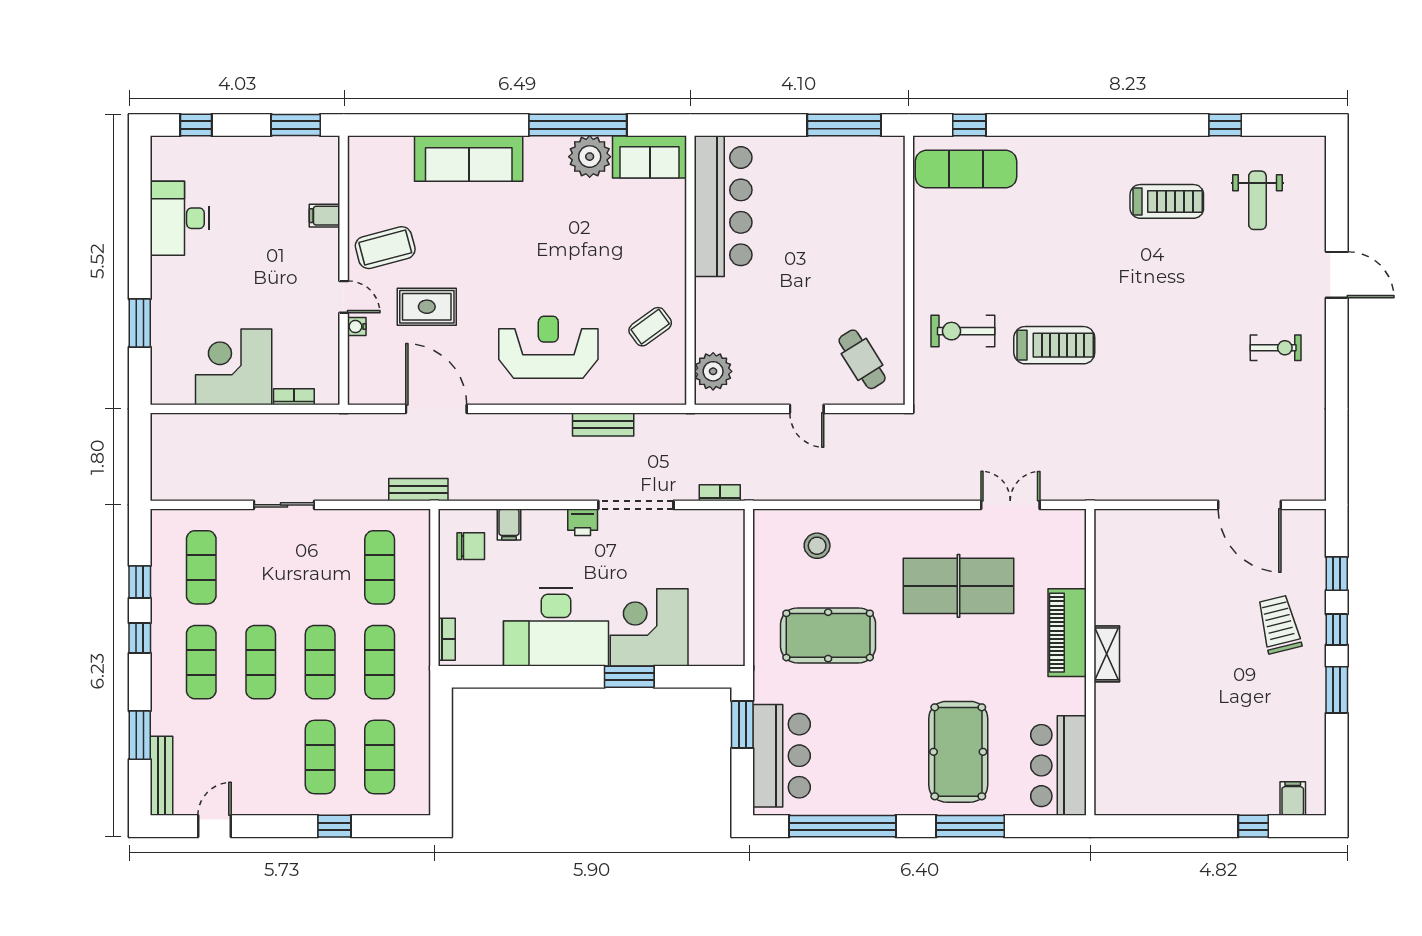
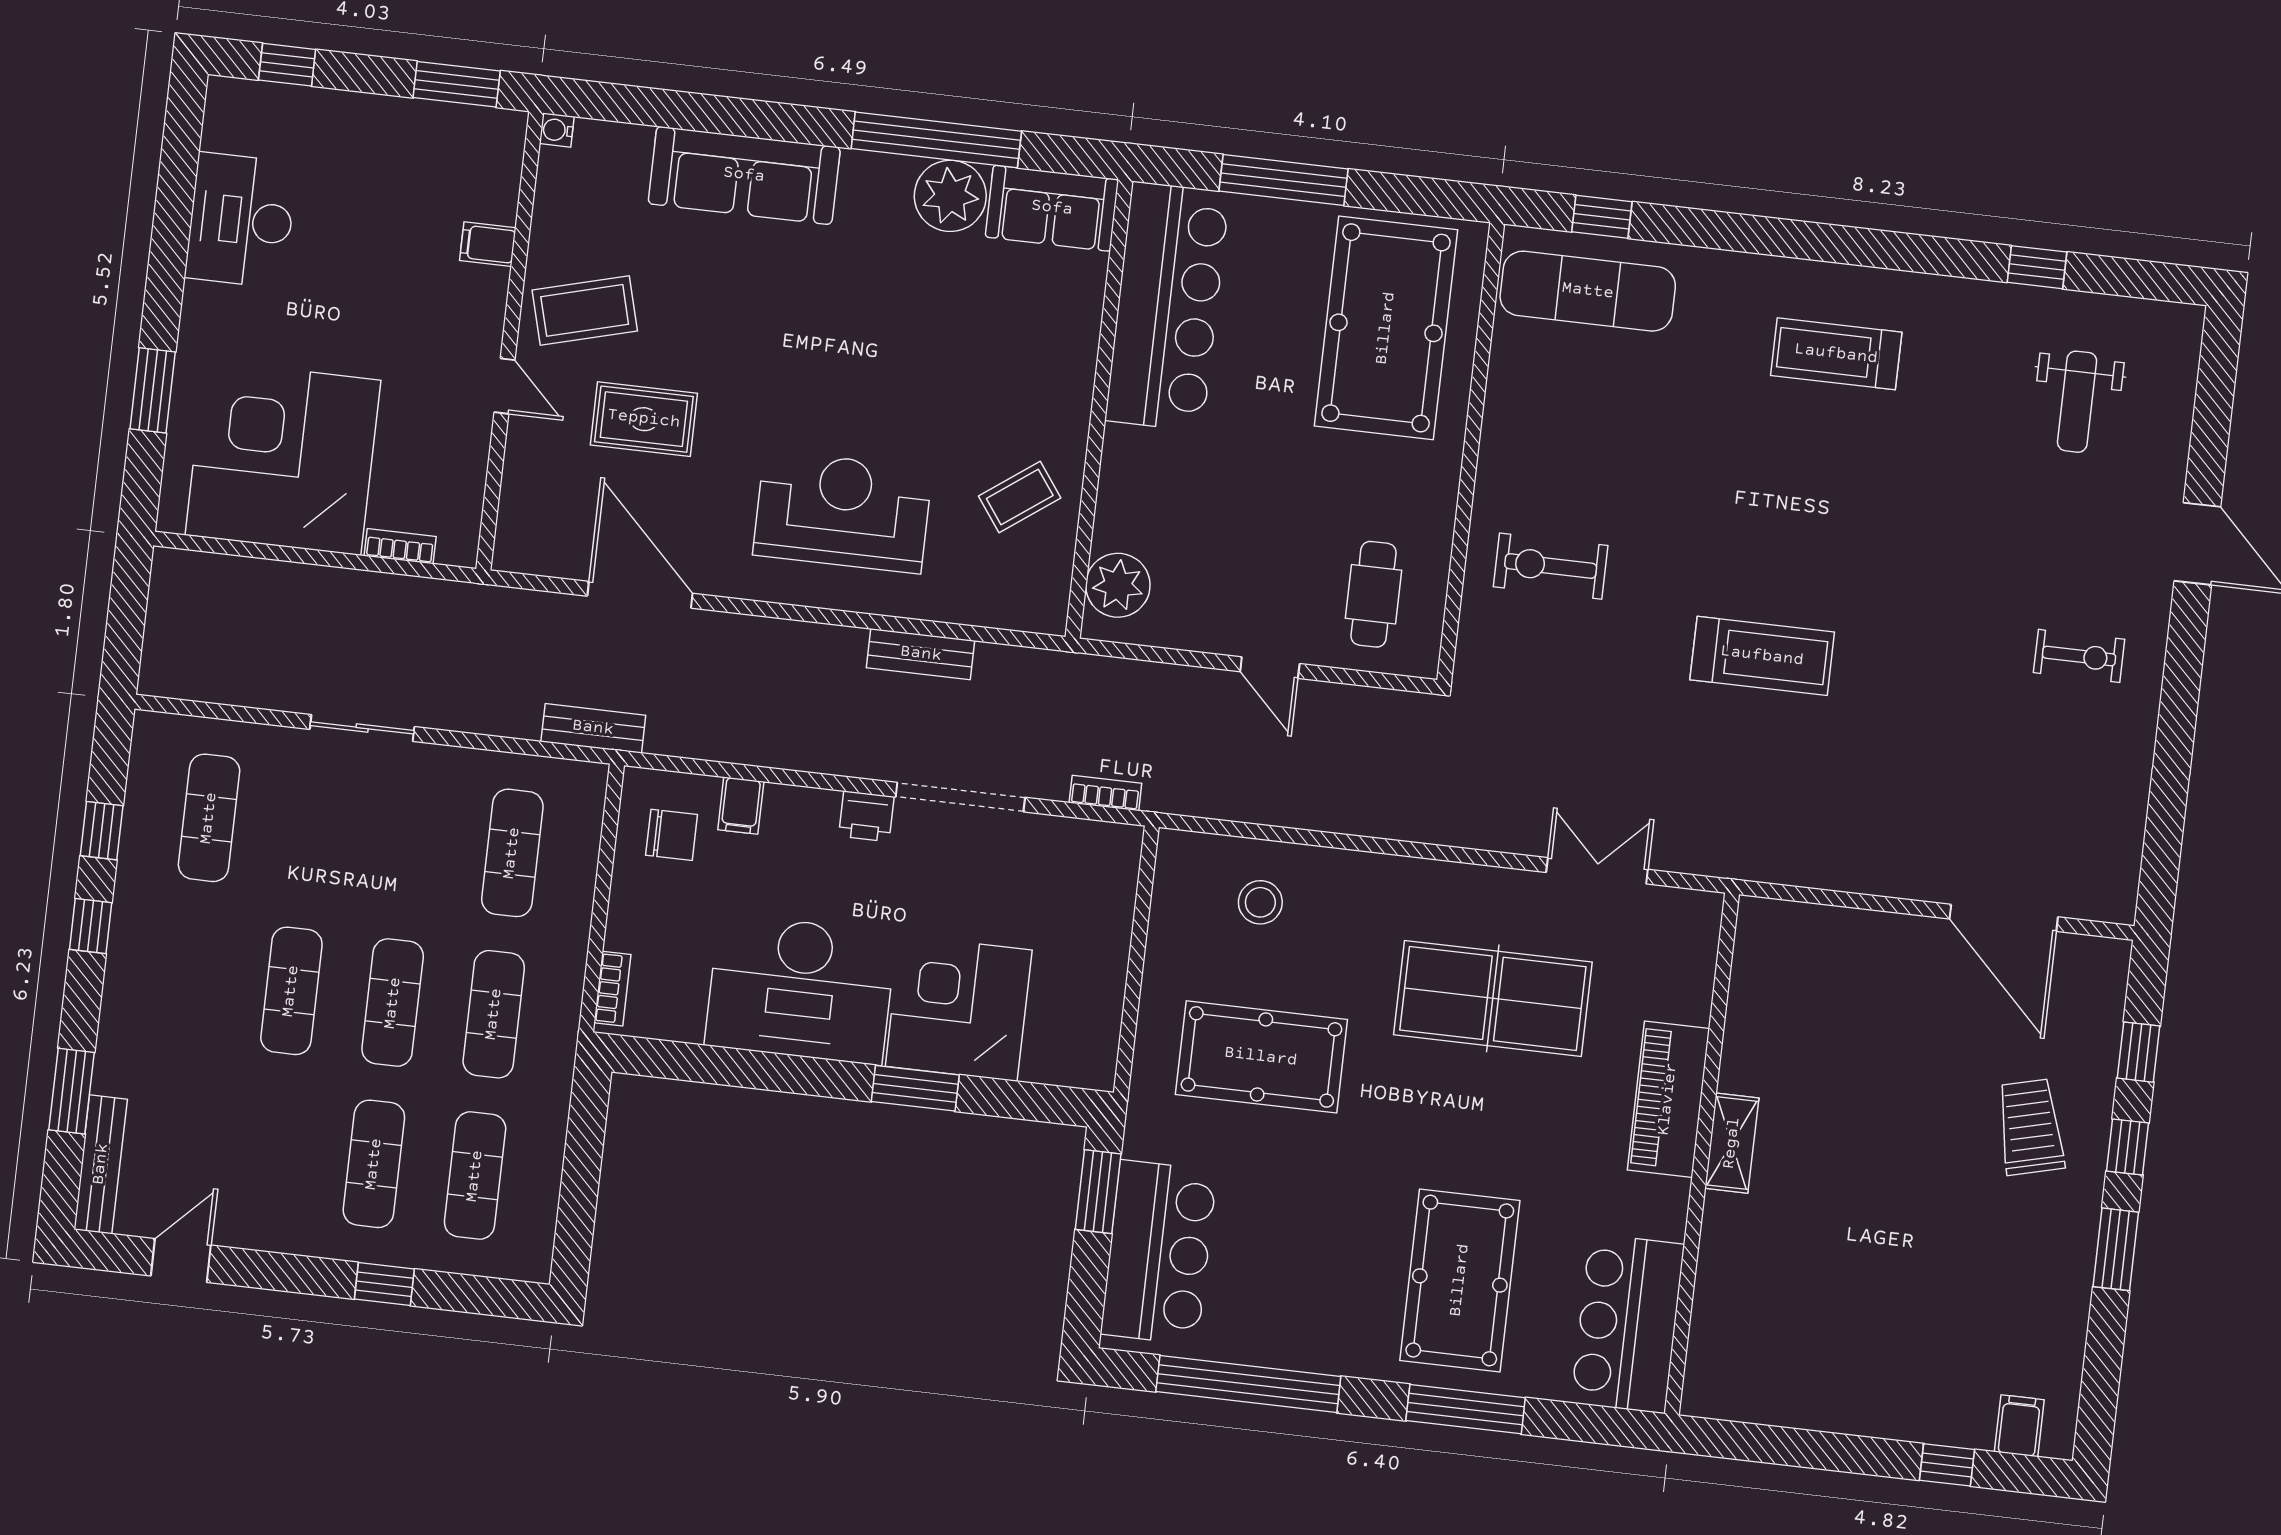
window: (844, 125) -> (1283, 180), moved
treadmill: (1167, 201) -> (1836, 354), moved, turned 180
pool table: (851, 204) -> (1386, 328), added
water cooler: (357, 327) -> (557, 130), moved
treadmill: (1054, 345) -> (1762, 656), moved
cafe table: (862, 359) -> (1373, 594), turned 32
corner desk: (234, 367) -> (283, 458), width x1.36, depth x1.36
exercise mat: (201, 662) -> (190, 979), removed

